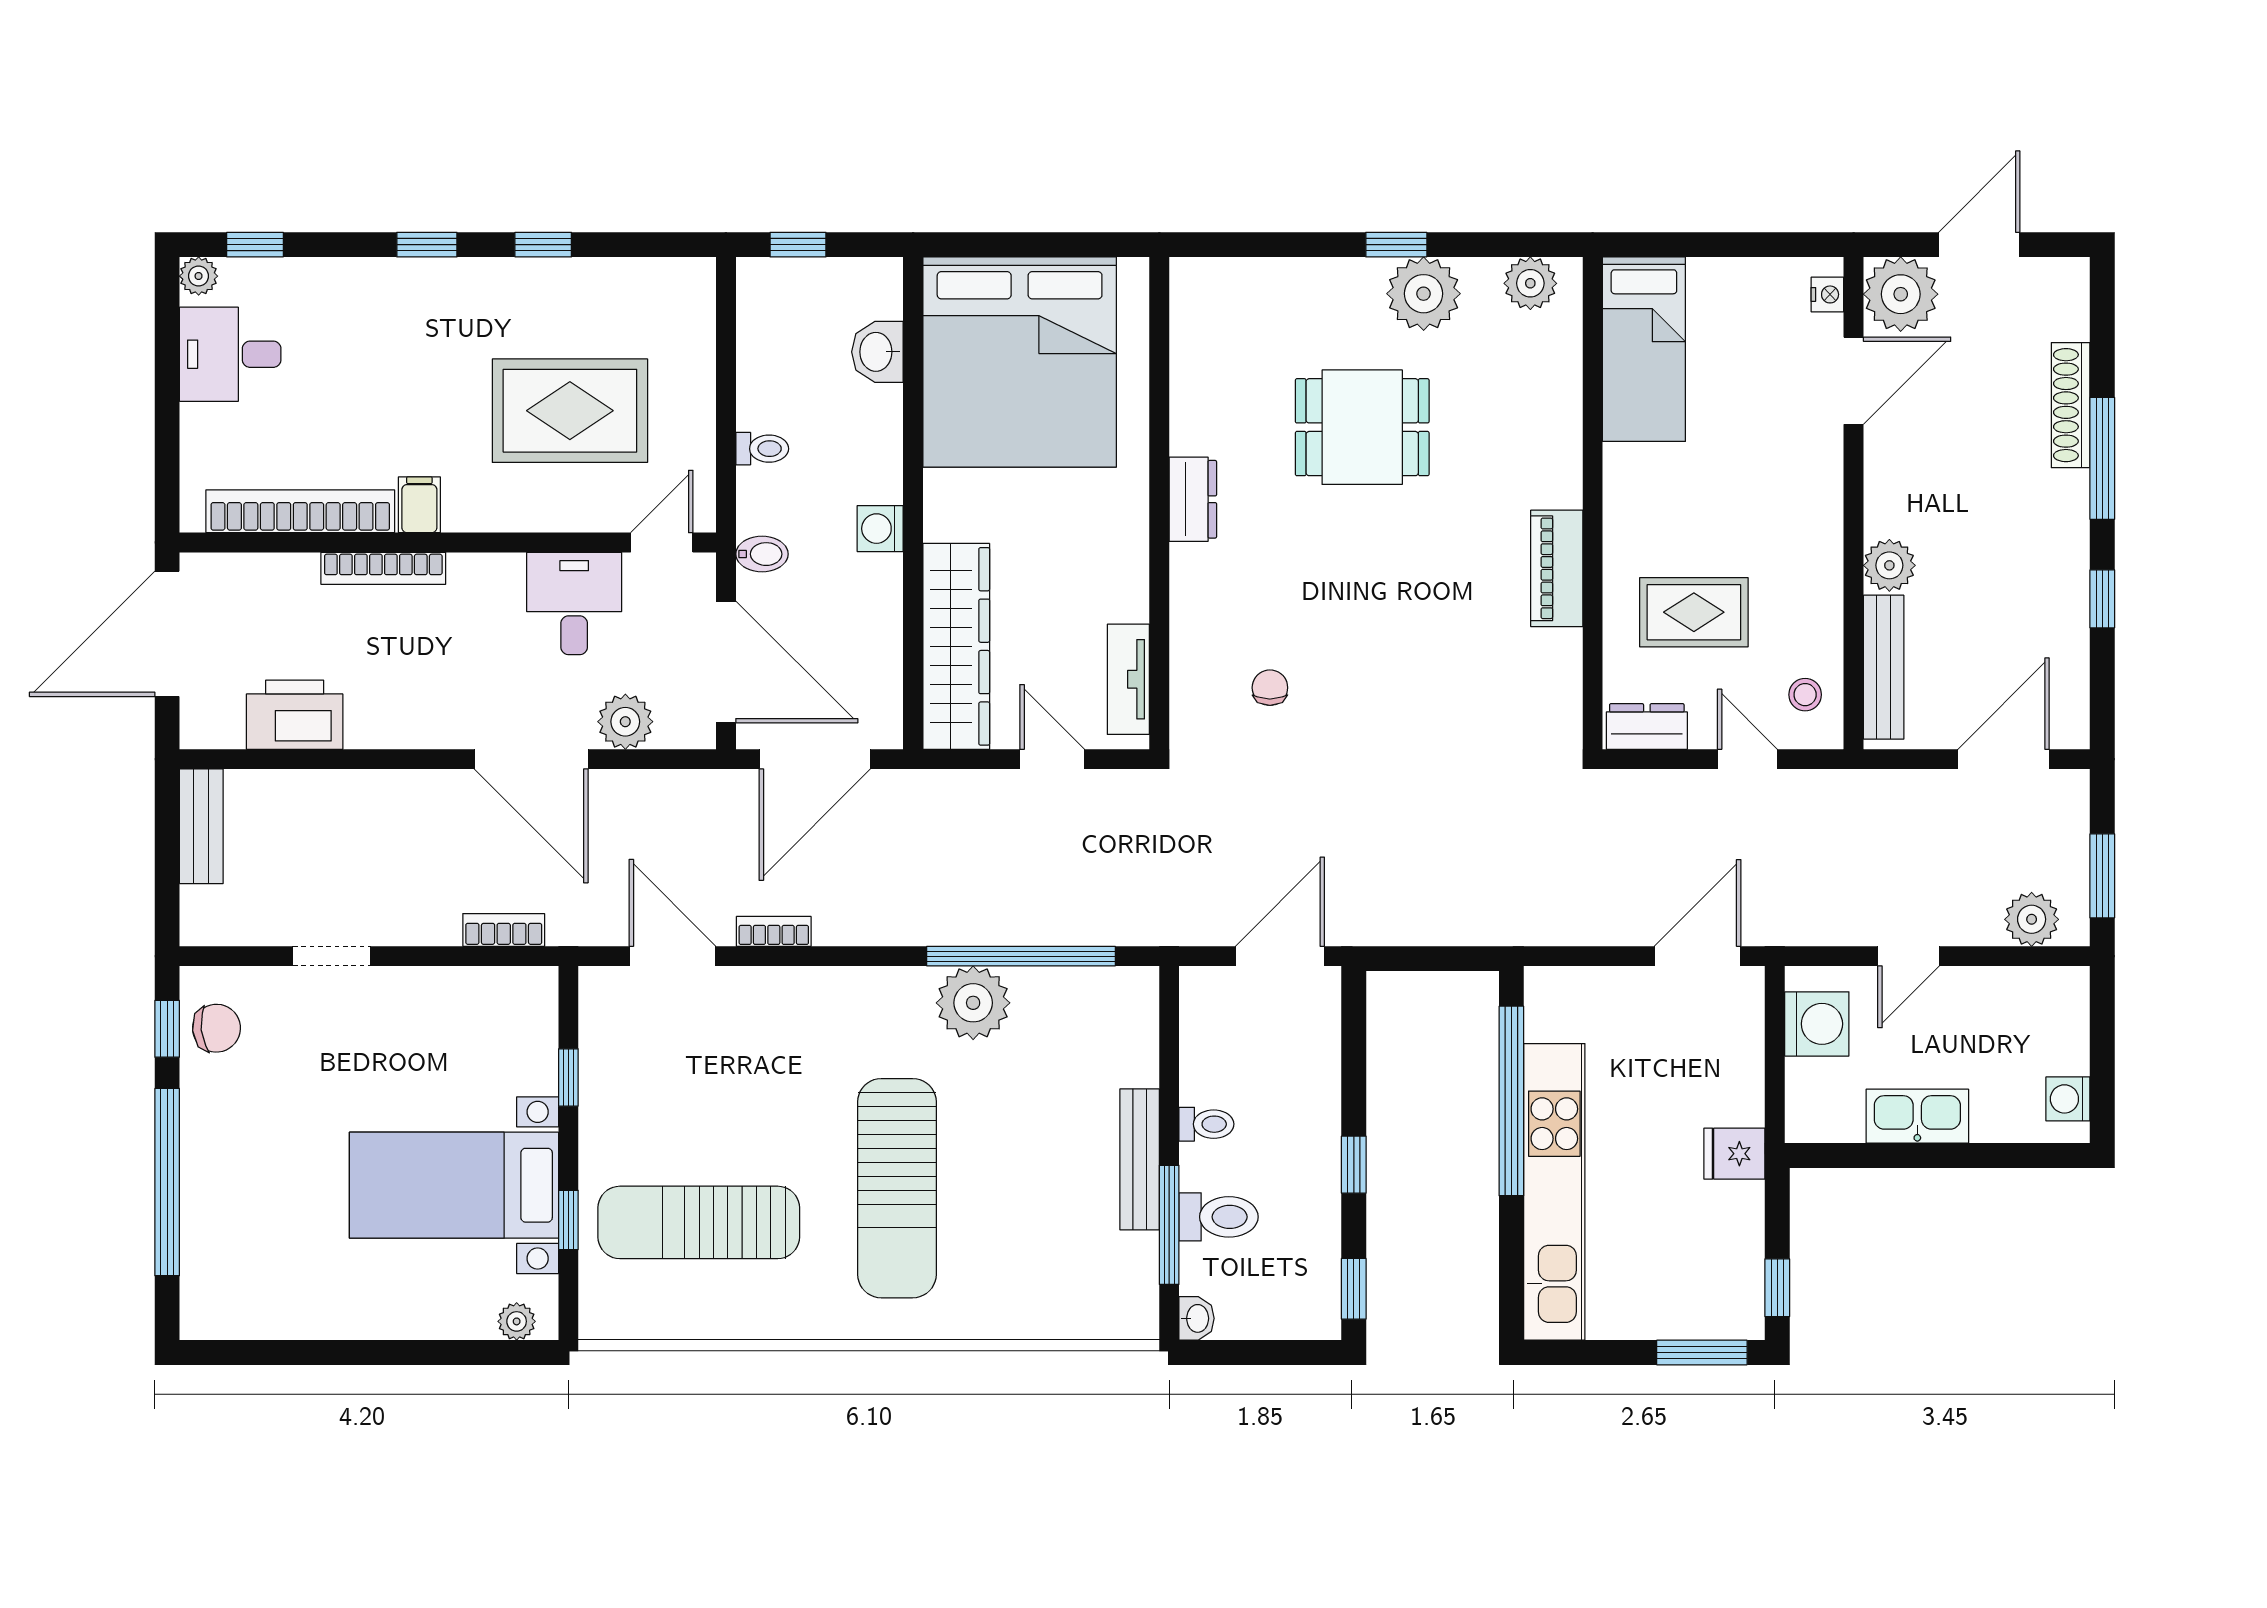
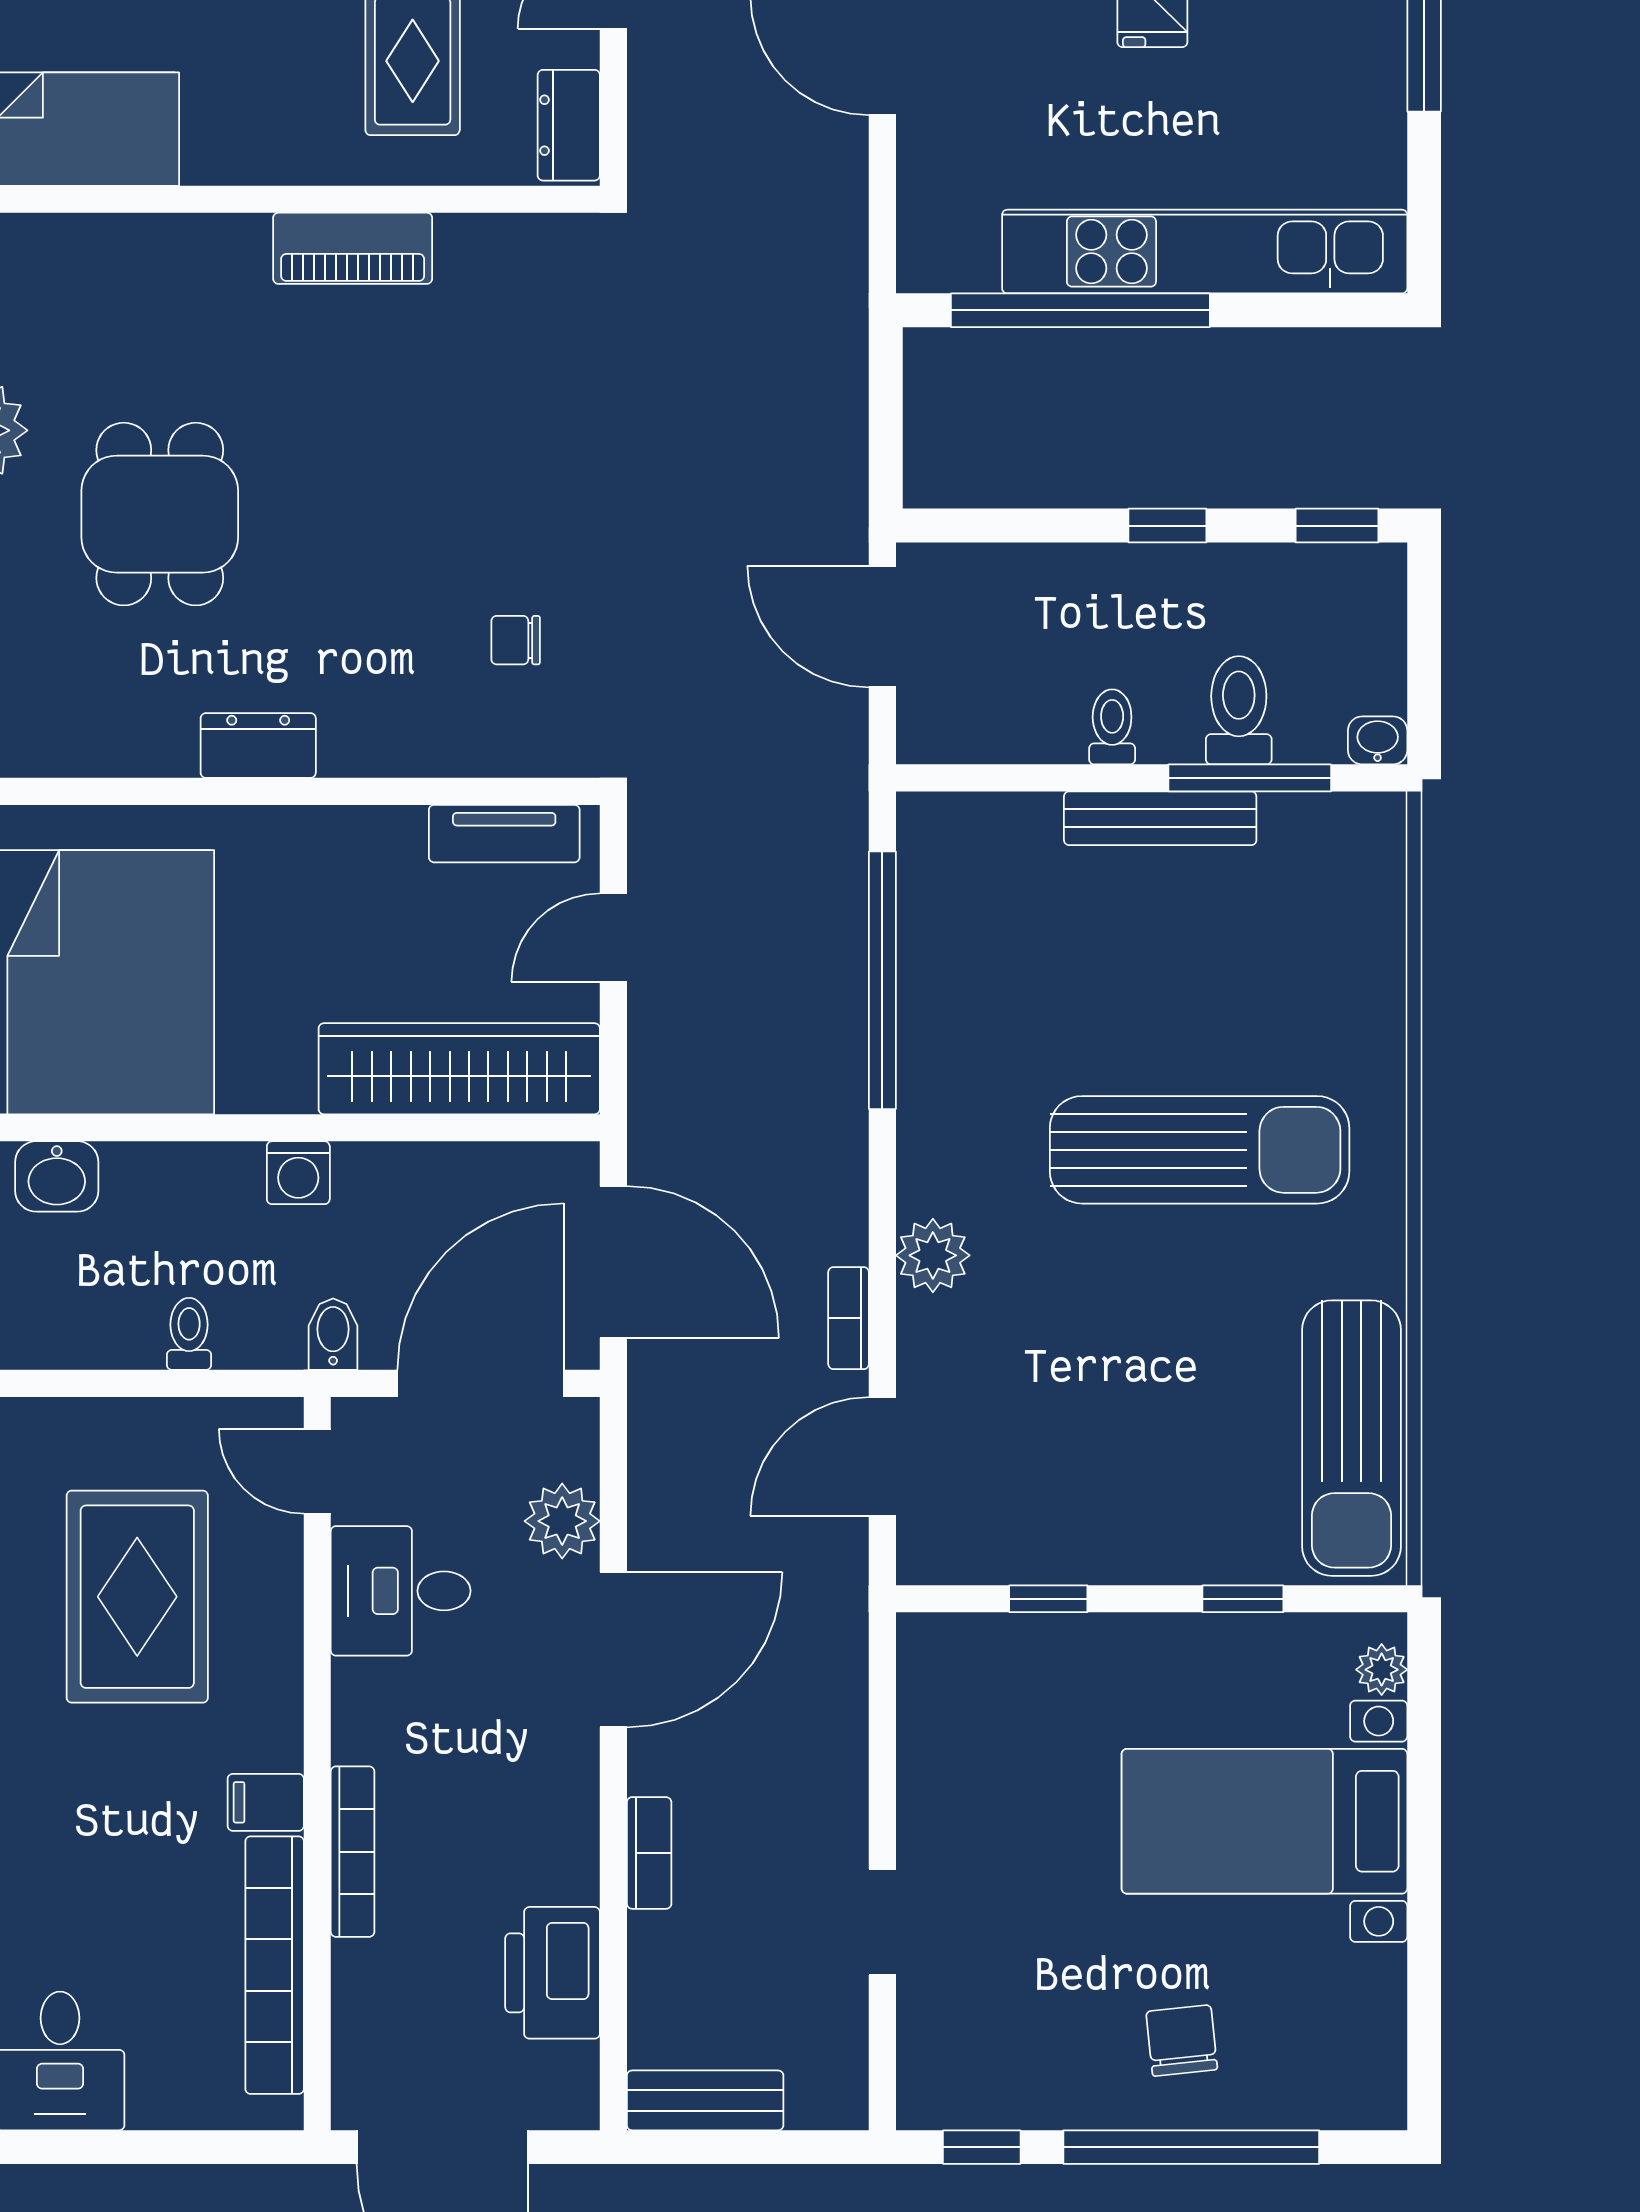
bookcase: (504, 930) -> (649, 1853), moved, turned 180
plant: (973, 1003) -> (933, 1255), moved, width x0.73, depth x0.73
chair: (216, 1028) -> (1182, 2041), moved
bed with nightstands: (454, 1185) -> (1264, 1821), moved, turned 90
sun lounger: (699, 1222) -> (1352, 1438), moved

